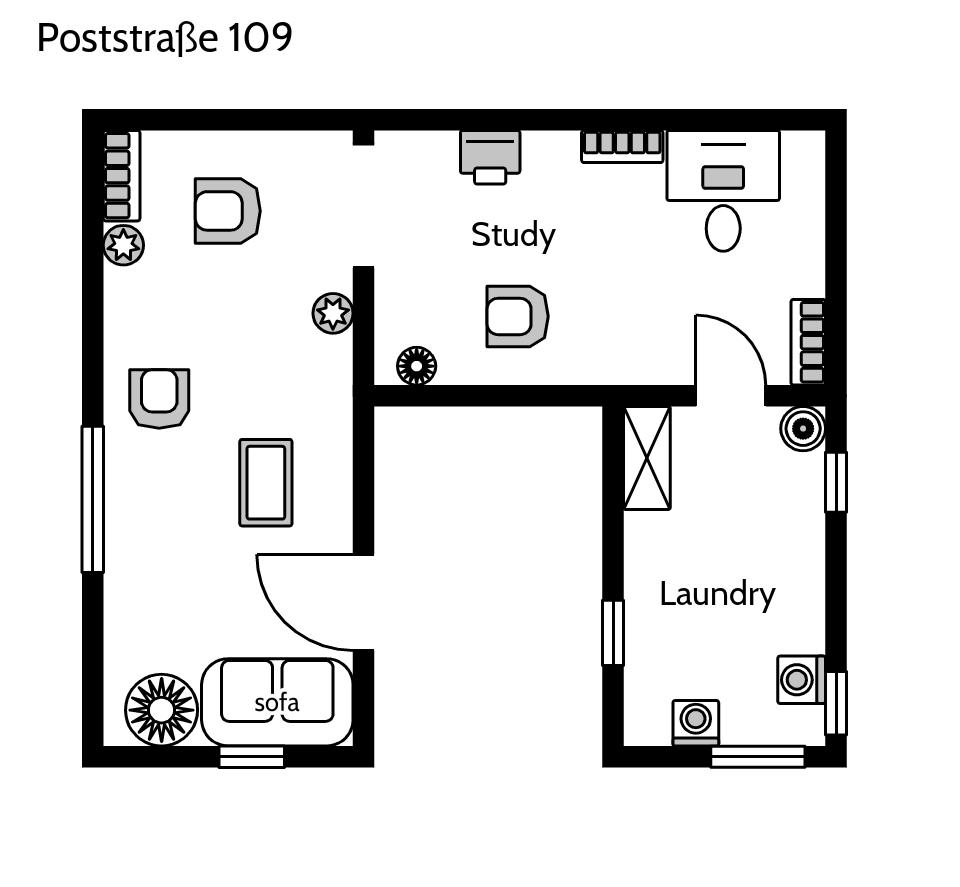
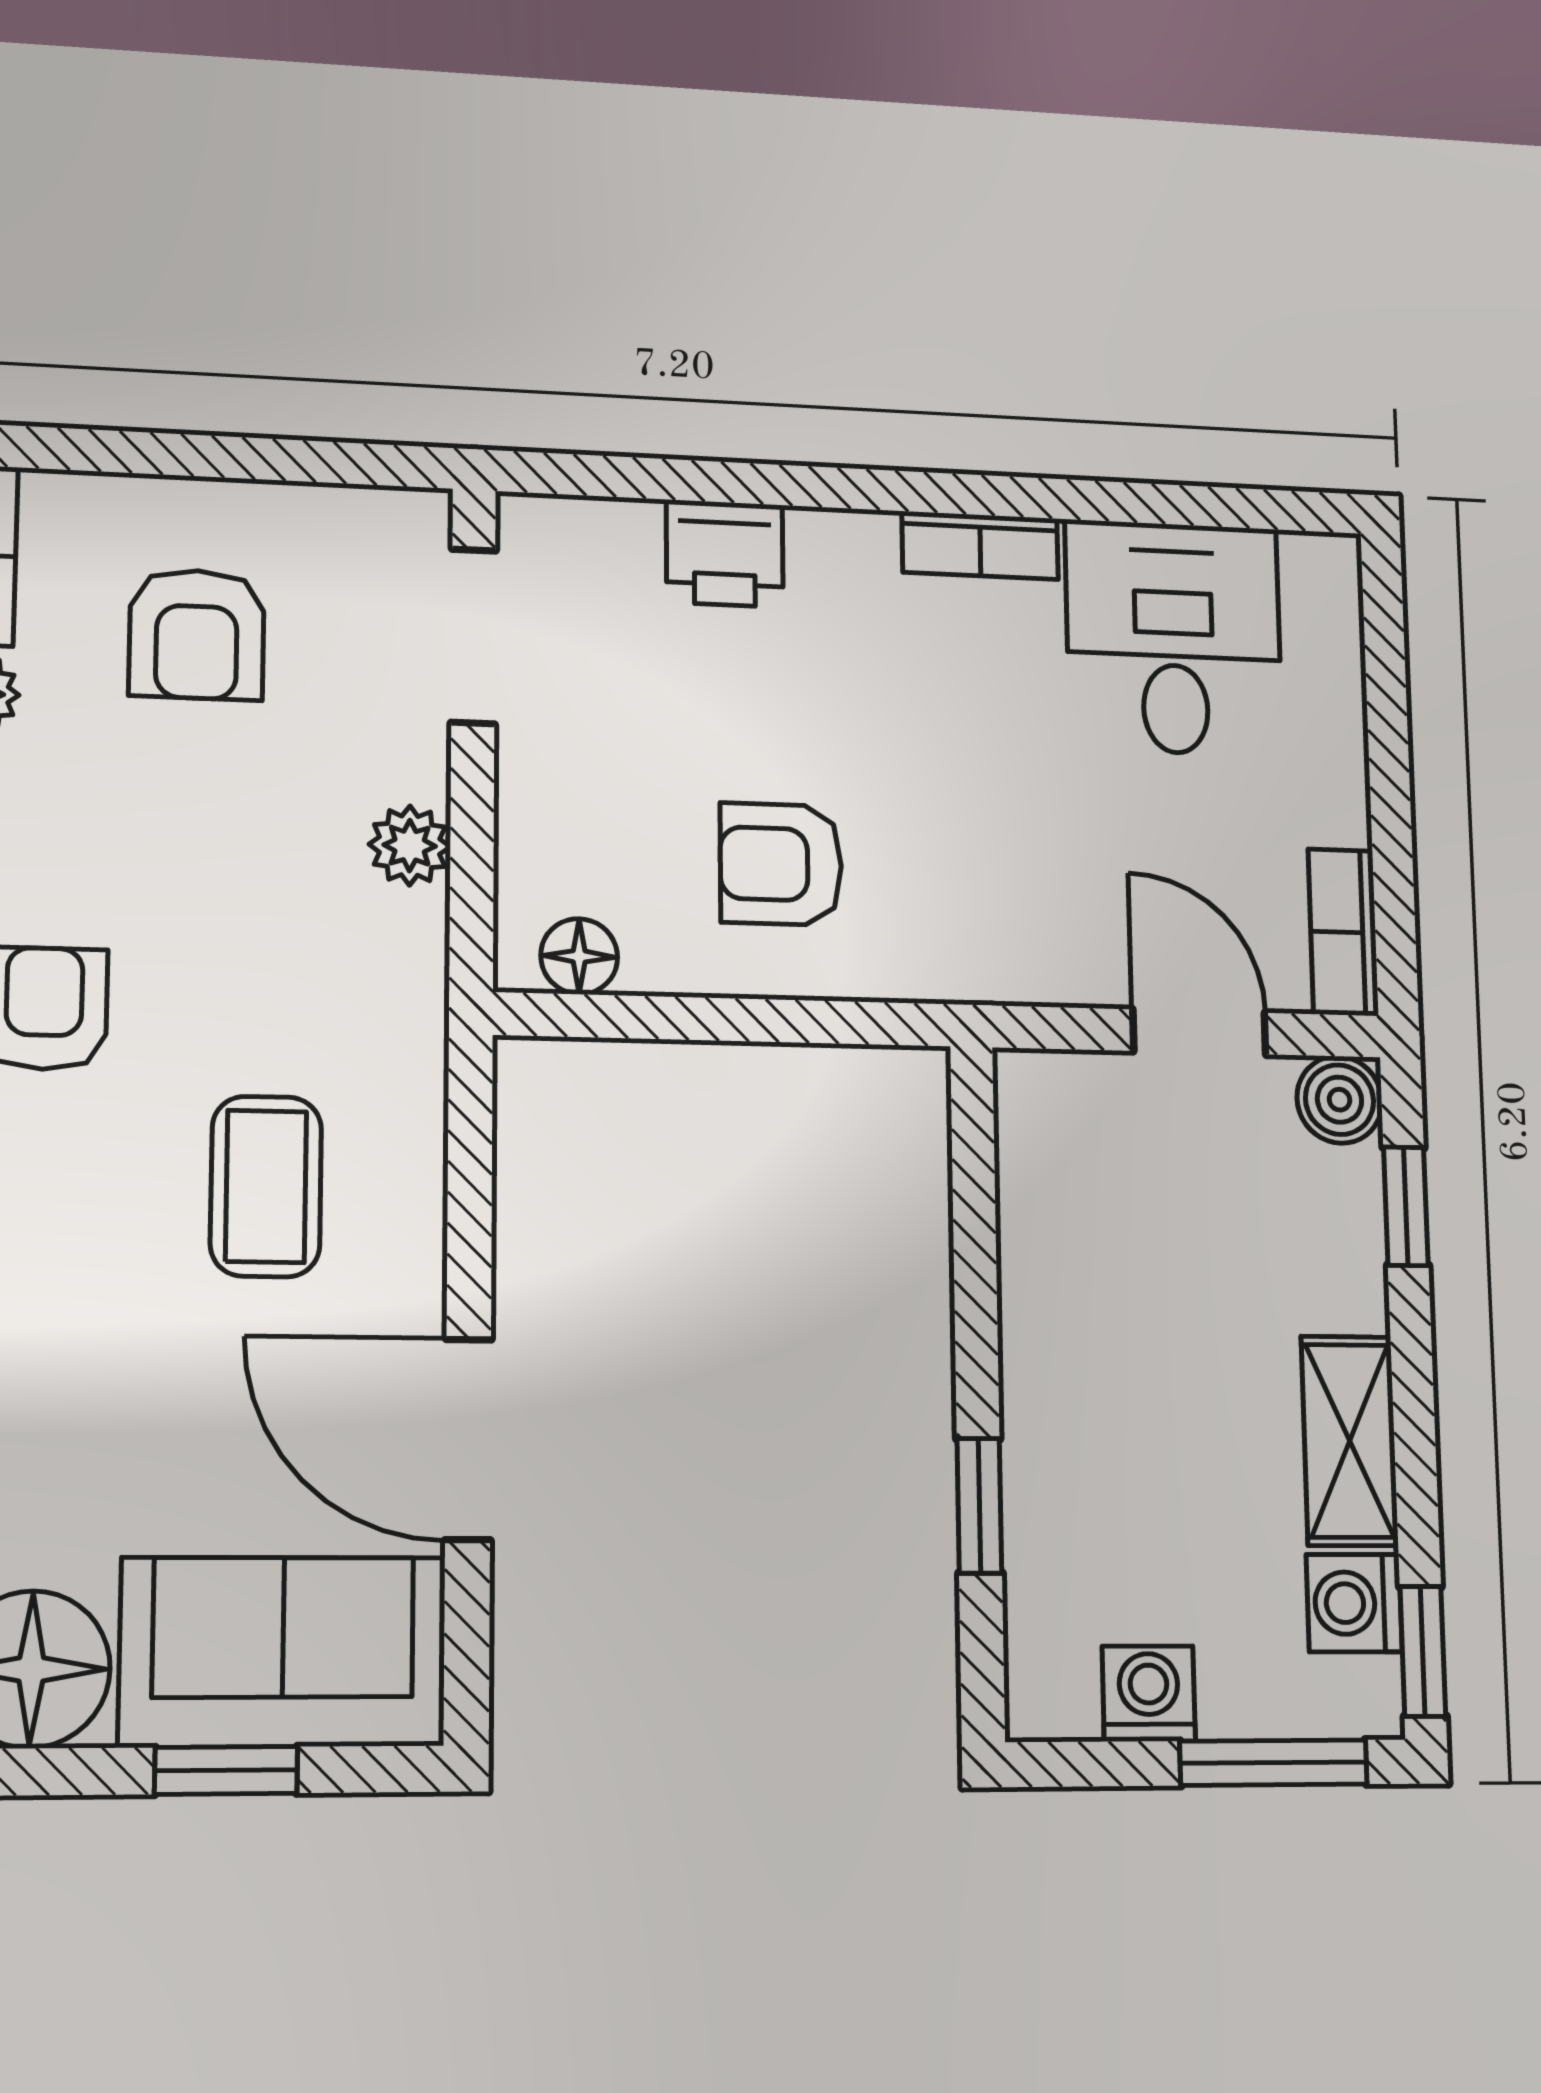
doorway: (364, 206) -> (473, 636), width x0.73
armchair: (228, 211) -> (197, 634), turned -90
shelving: (647, 458) -> (1350, 1441), moved

